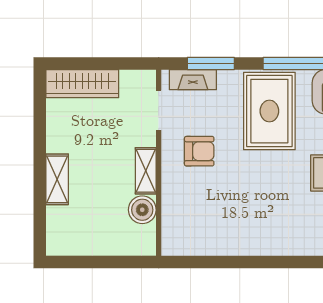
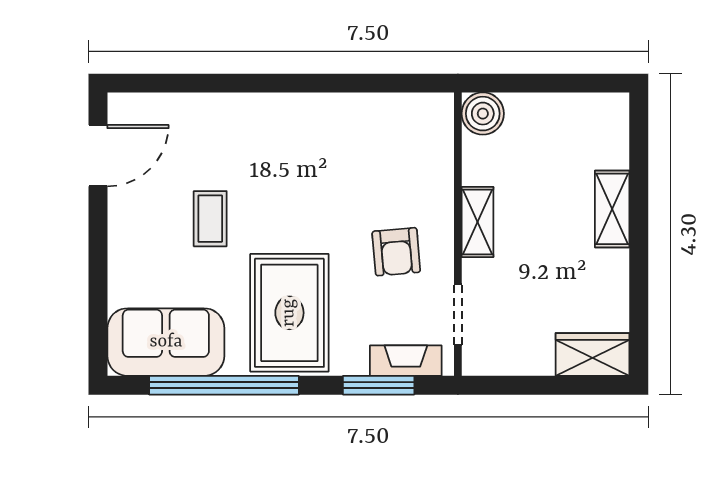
wardrobe: (82, 84) -> (593, 354), width x0.67
armchair: (199, 151) -> (396, 252), turned -95
boiler: (142, 210) -> (483, 114), moved

